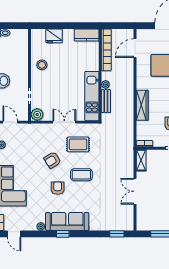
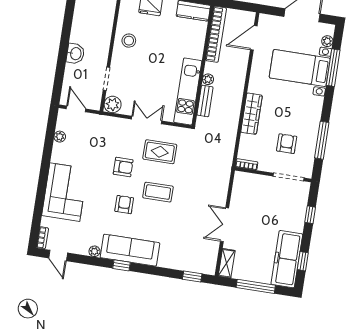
armchair: (52, 160) -> (123, 167), turned -148
shelving: (141, 160) -> (227, 263), moved

